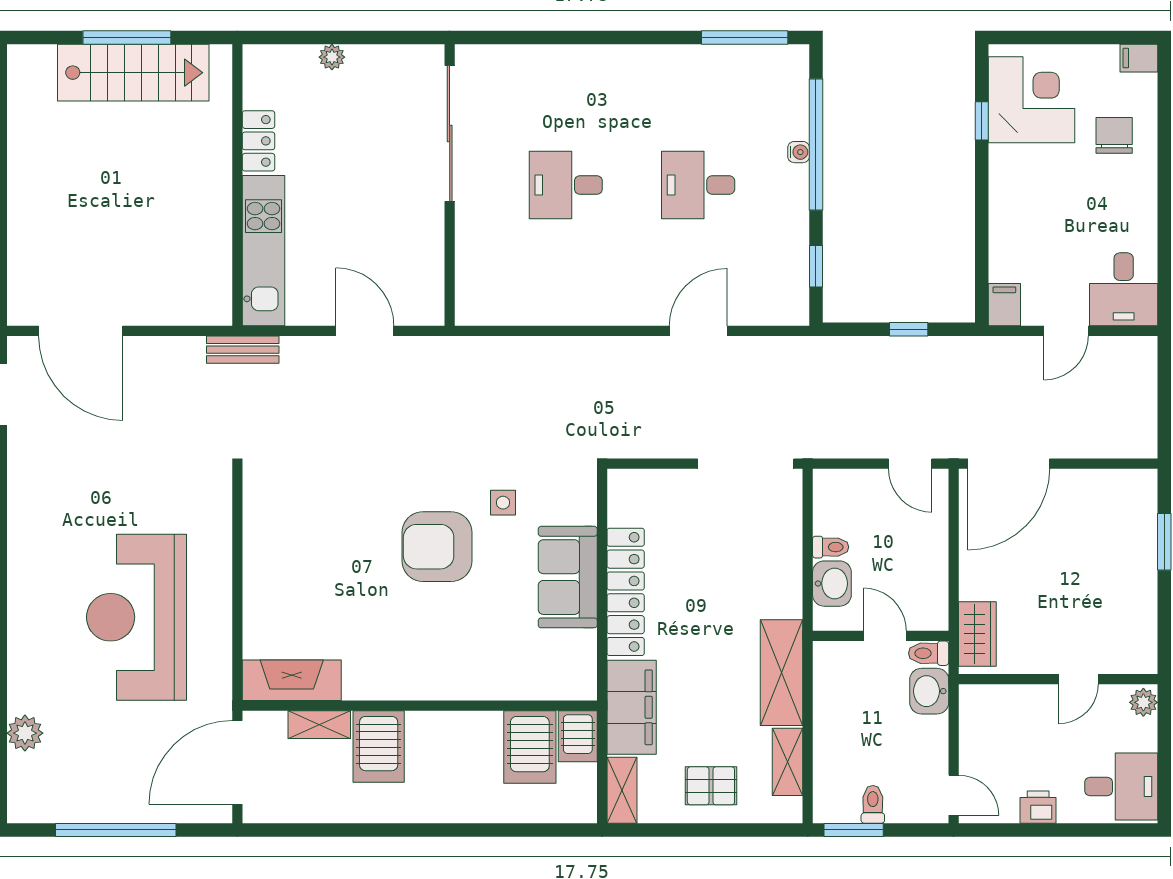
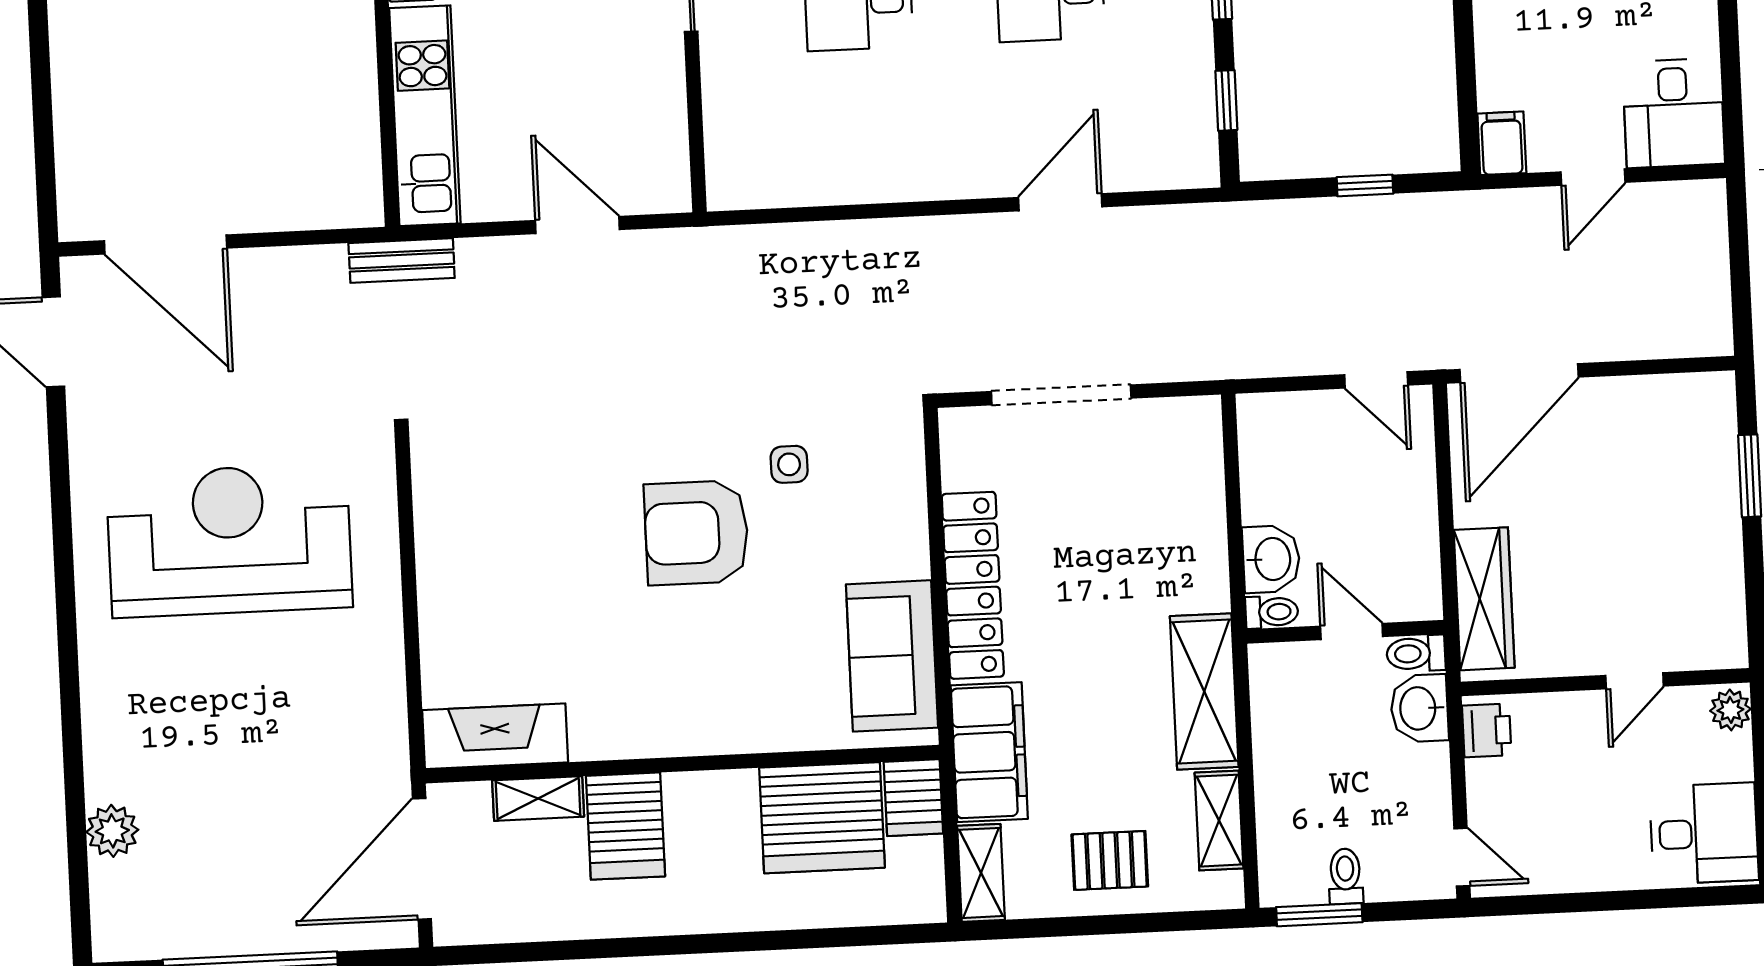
doorway: (746, 464) -> (1061, 395), moved
toilet: (831, 547) -> (1272, 612), moved
sofa: (568, 577) -> (892, 656), moved
reception desk: (137, 617) -> (229, 540), moved, turned 90
wardrobe: (977, 634) -> (1484, 599), width x1.50
server rack: (530, 747) -> (822, 818), width x1.60
printer: (1038, 807) -> (1487, 730), moved, turned 90

